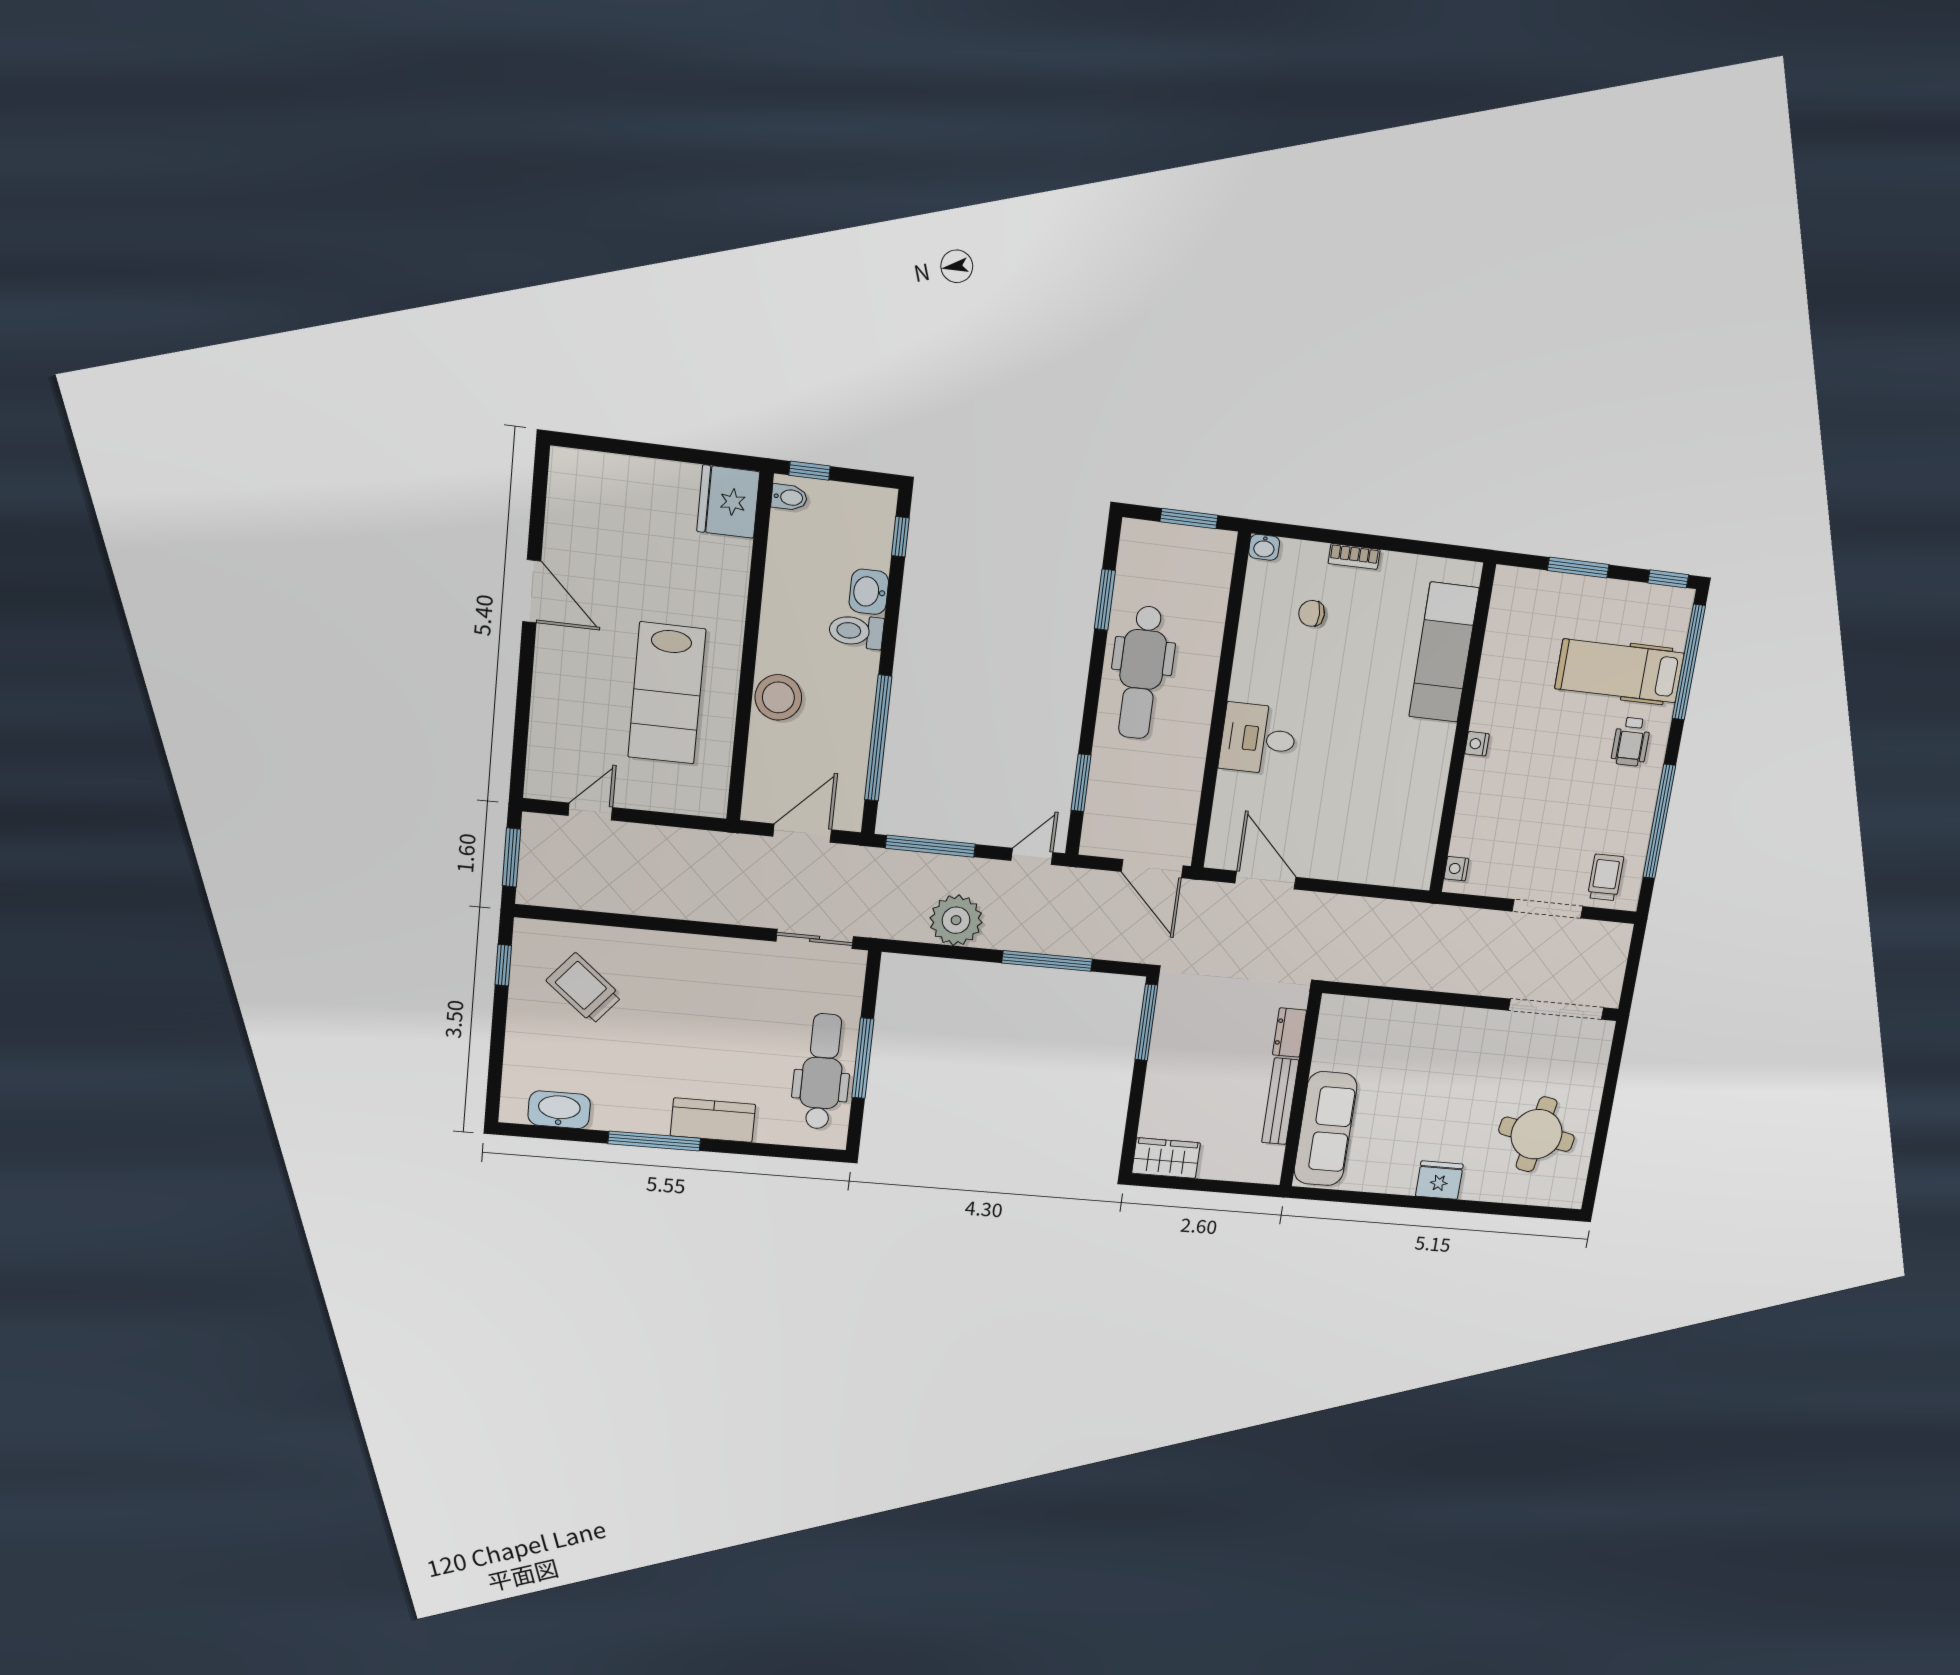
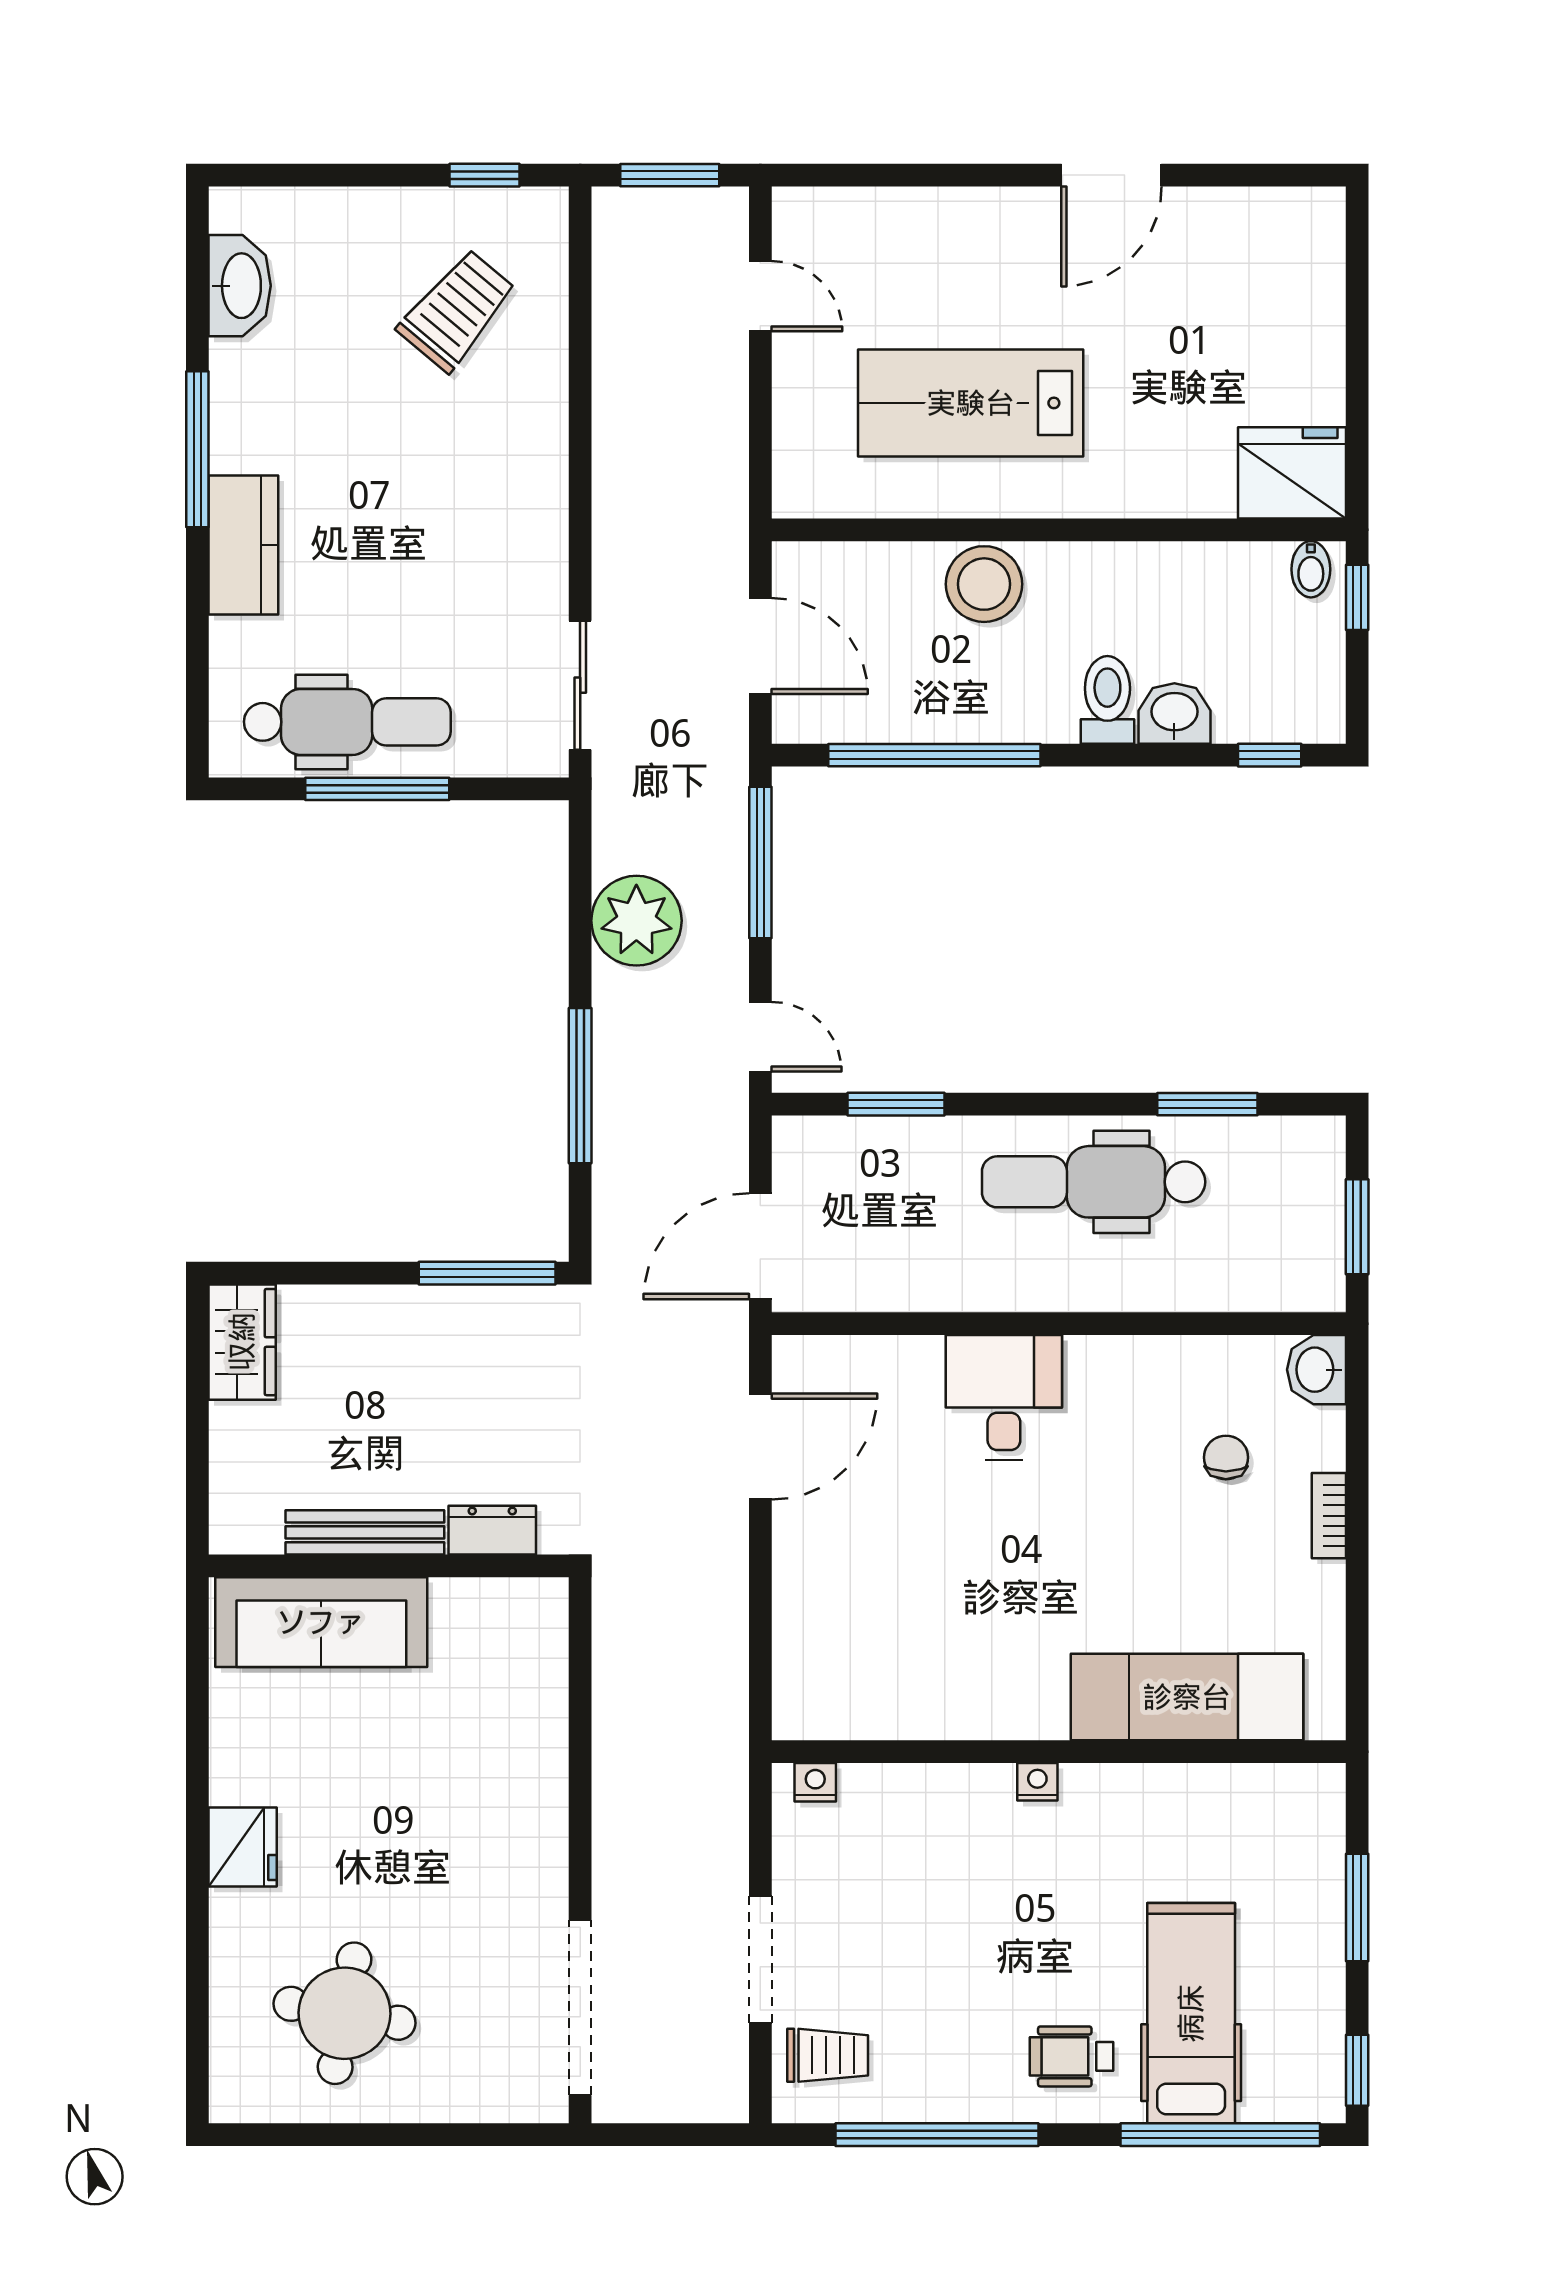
washbasin: (1264, 547) -> (1317, 1370), width x1.38, depth x1.45

